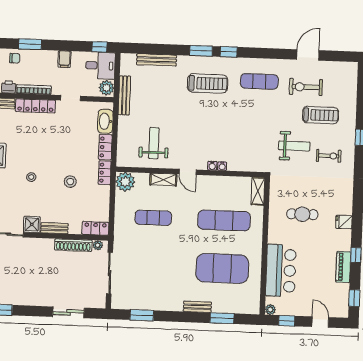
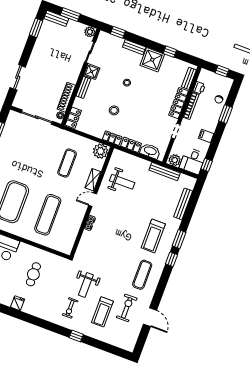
shelving: (258, 191) -> (61, 247), removed

